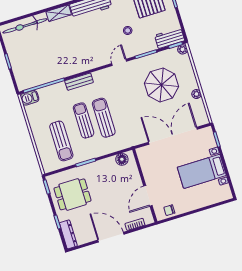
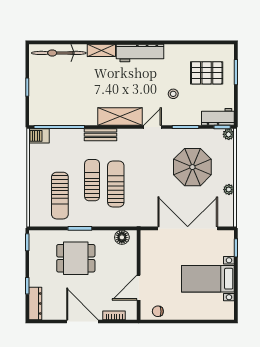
shelving: (90, 62) -> (120, 116), added
dining table: (73, 194) -> (76, 258), moved

